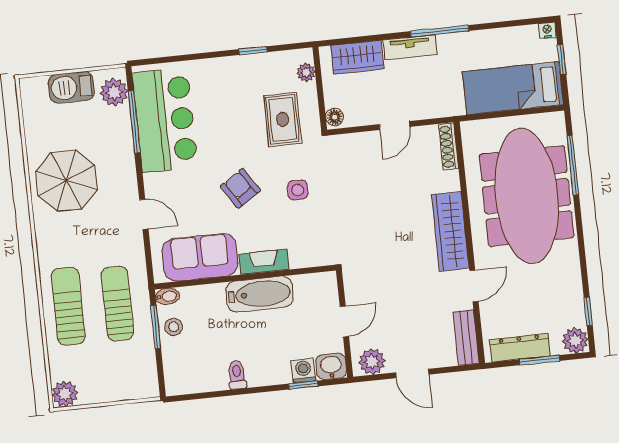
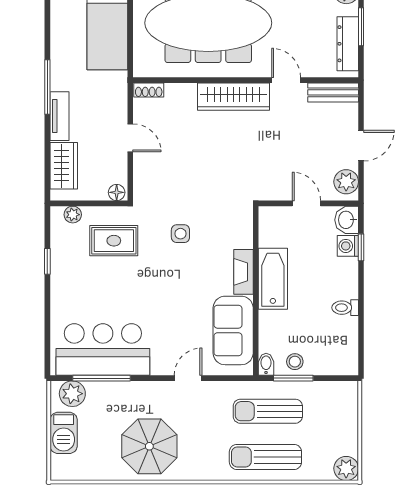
shoe rack: (449, 147) -> (149, 90), width x0.70
armchair: (240, 188) -> (173, 286), removed

